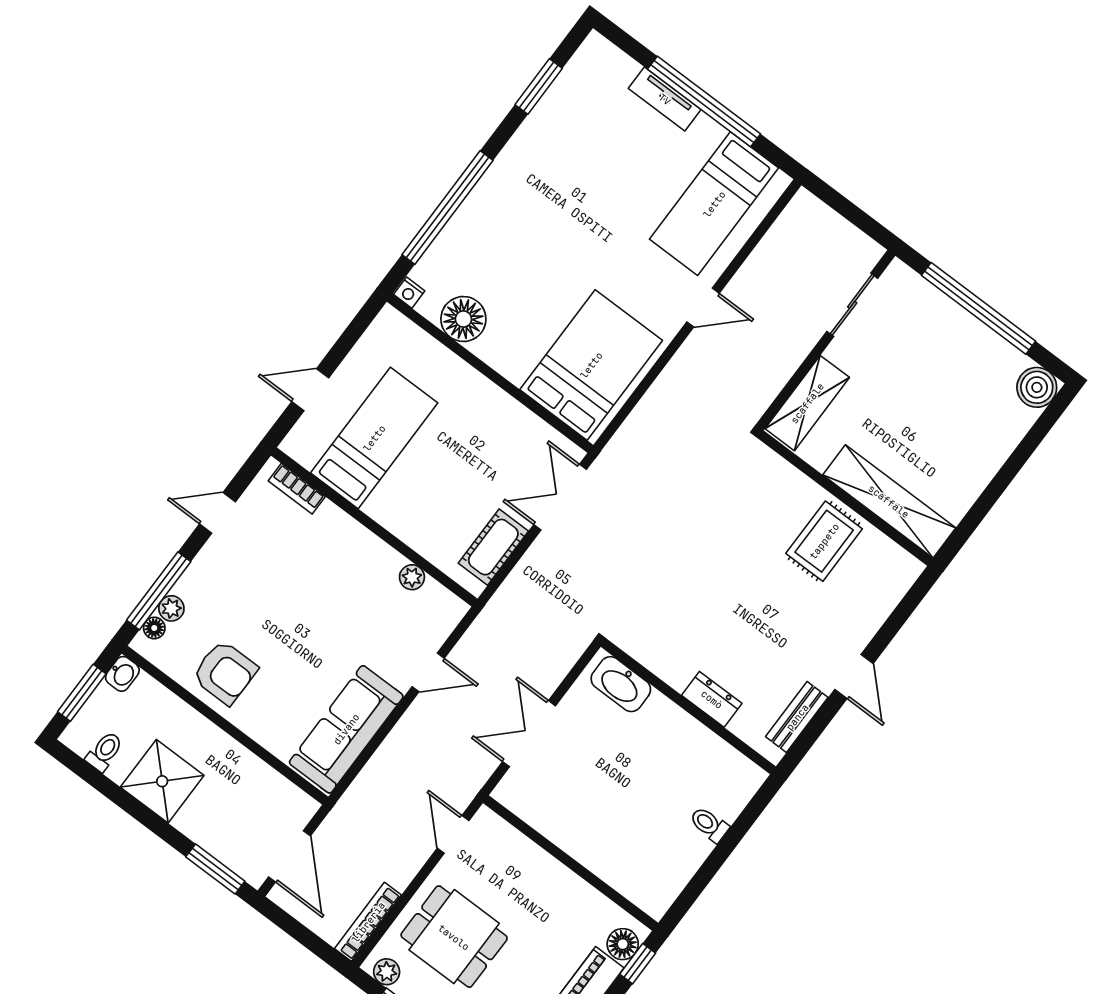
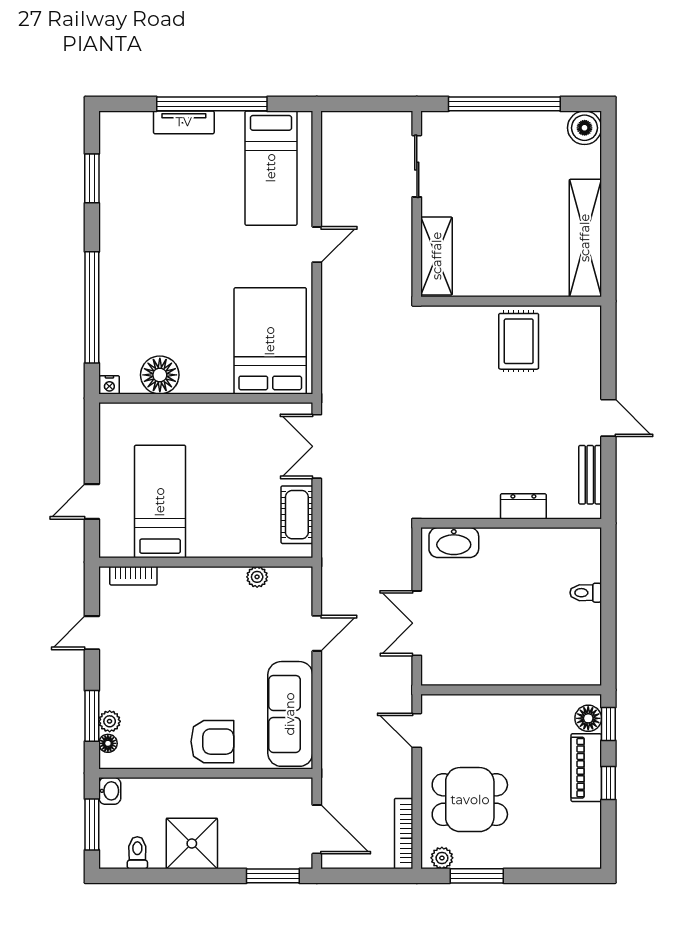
shelving: (889, 501) -> (585, 238), moved, turned 90
window: (159, 591) -> (92, 716), width x0.69
armchair: (225, 673) -> (212, 742), moved

